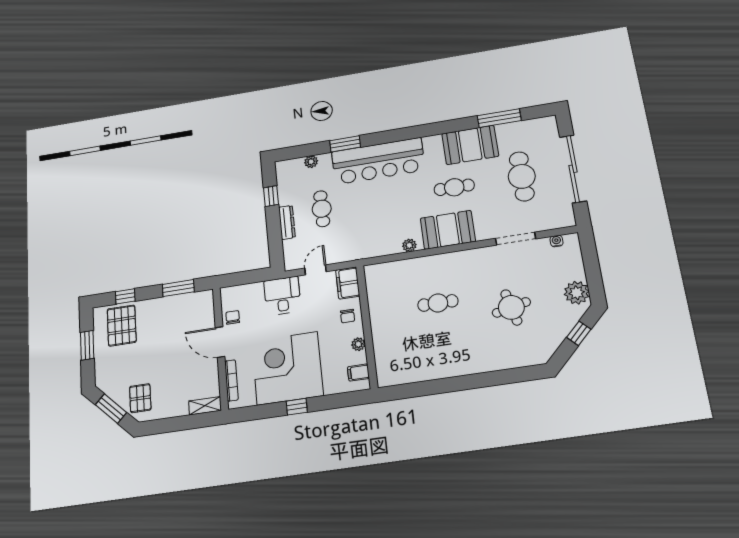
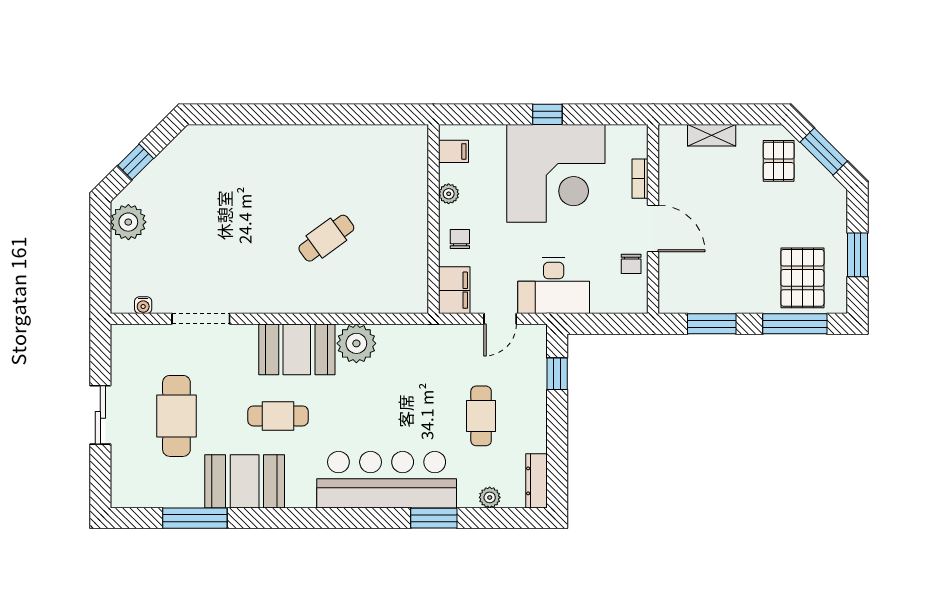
sliding door: (573, 169) -> (100, 415), width x0.54
window: (271, 196) -> (557, 374), moved
dresser: (287, 222) -> (536, 481), moved
plant: (409, 245) -> (356, 343), width x1.88, depth x1.88
window: (125, 296) -> (795, 324), width x2.17
desk: (282, 296) -> (554, 286), width x1.37
cafe table: (438, 303) -> (326, 238), turned -36
round table: (511, 307) -> (223, 215), removed
bookcase: (231, 380) -> (640, 179), width x0.64
shelving: (205, 406) -> (712, 135), moved

